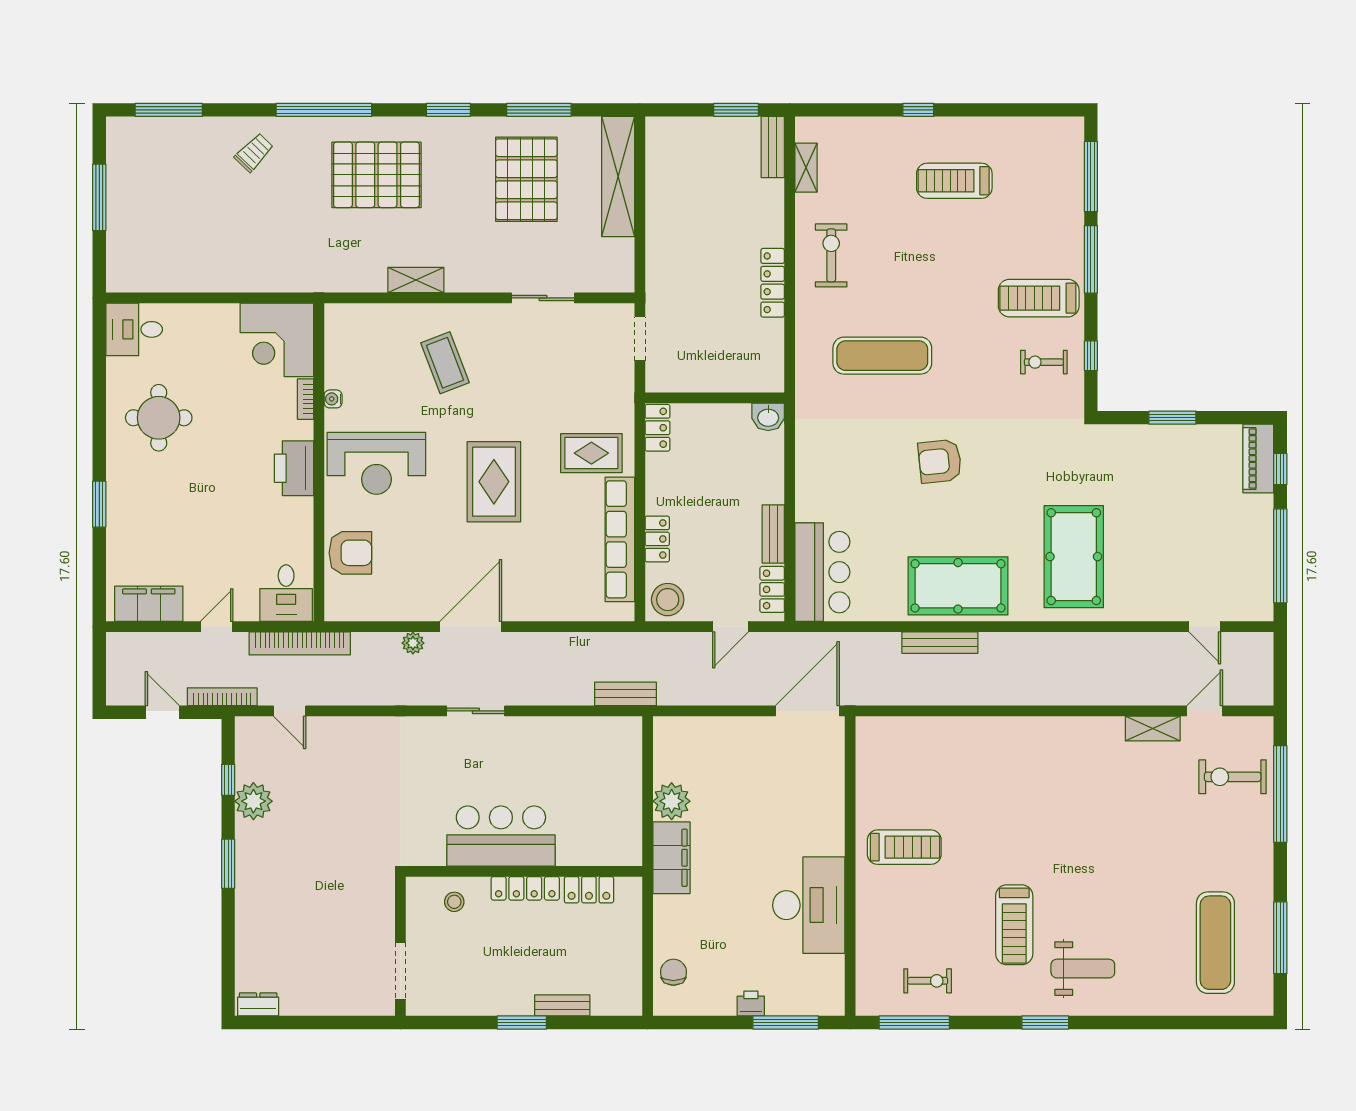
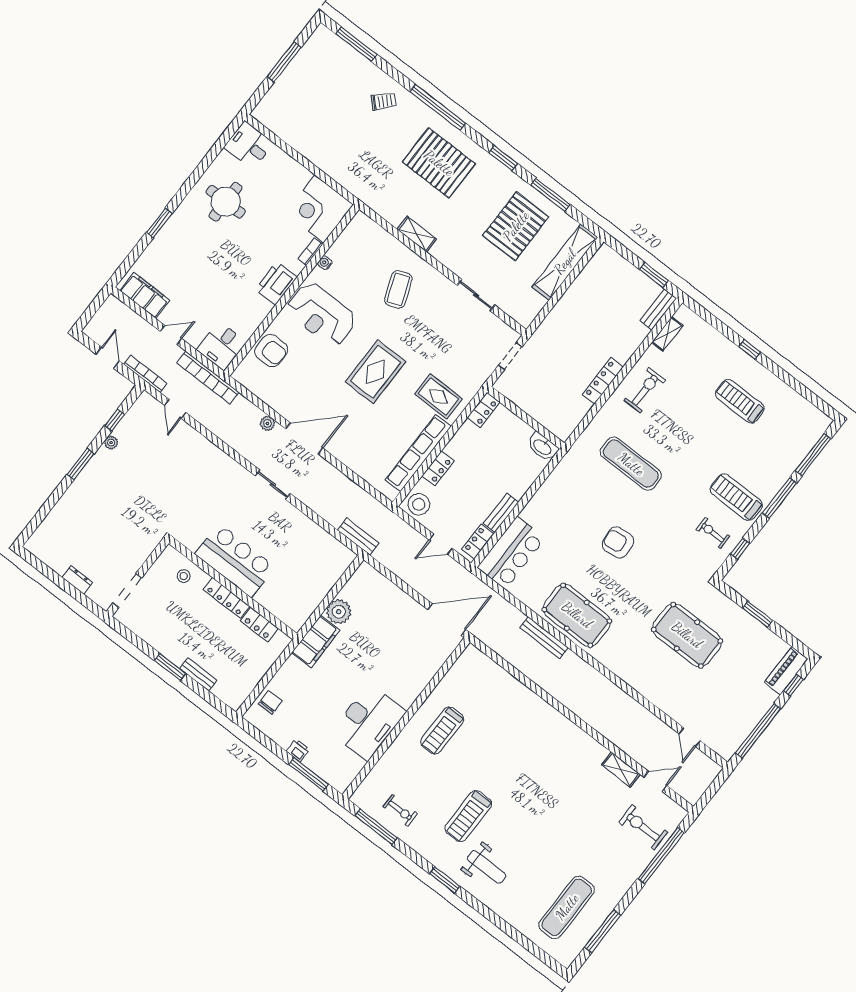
washbasin: (768, 417) -> (543, 447), width x1.38
pool table: (1074, 557) -> (687, 635), moved, turned 90
plant: (253, 801) -> (111, 443), width x0.53, depth x0.53
treadmill: (904, 847) -> (442, 731), turned 90
dresser: (258, 1004) -> (77, 580), moved

